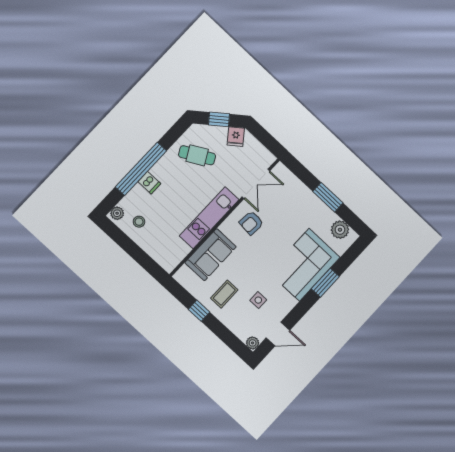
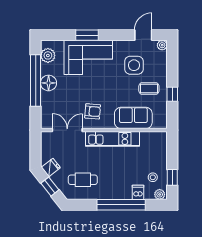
cafe table: (197, 155) -> (83, 180), turned -61
dishwasher: (149, 183) -> (138, 192), moved
window: (328, 197) -> (36, 80), width x2.11
floor lamp: (315, 207) -> (49, 83), added
window: (122, 239) -> (172, 177), added
side table: (258, 300) -> (134, 65), width x1.87, depth x1.87
door: (278, 334) -> (143, 35), hinge flipped

